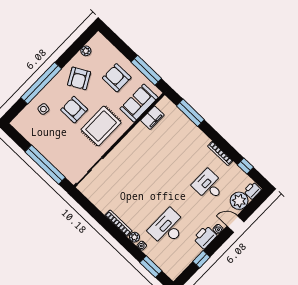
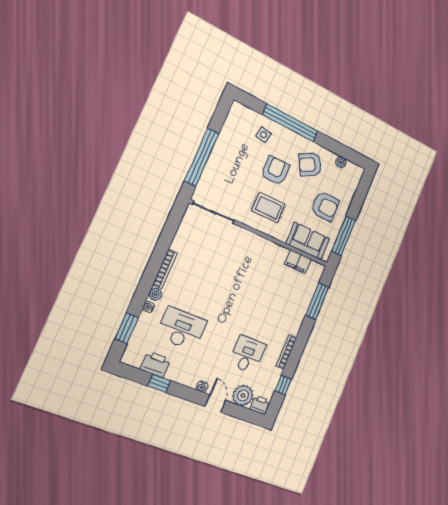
armchair: (117, 78) -> (325, 206), turned 90
rug: (101, 126) -> (268, 208), width x0.73, depth x0.70
printer: (205, 237) -> (155, 364), moved

